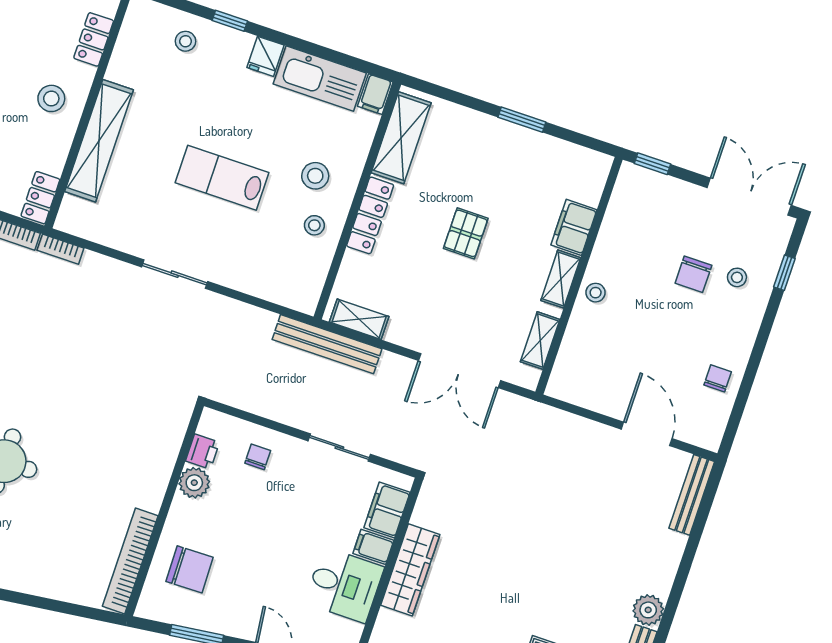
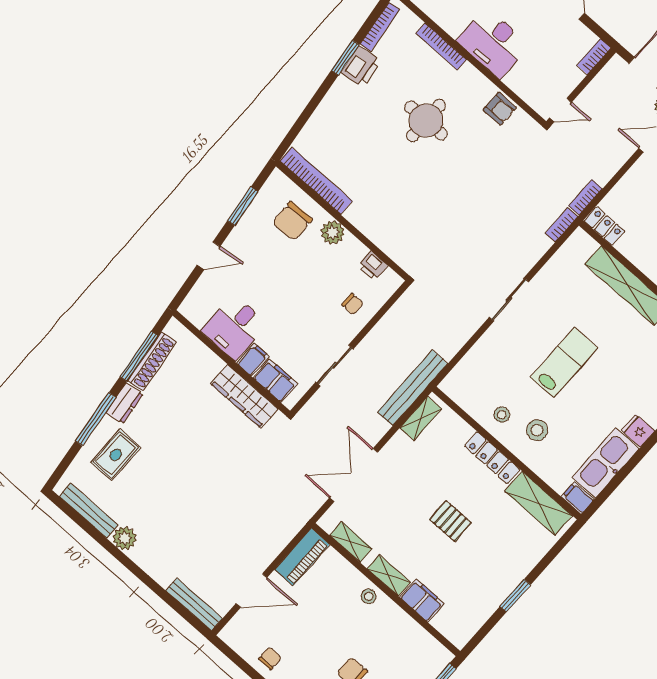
chair: (718, 378) -> (270, 658), turned -90
piano: (582, 391) -> (302, 557), added
plant: (194, 483) -> (333, 232), moved
wardrobe: (410, 570) -> (244, 396), moved

